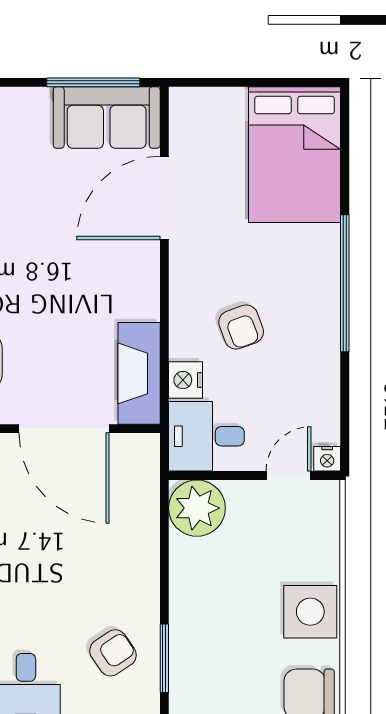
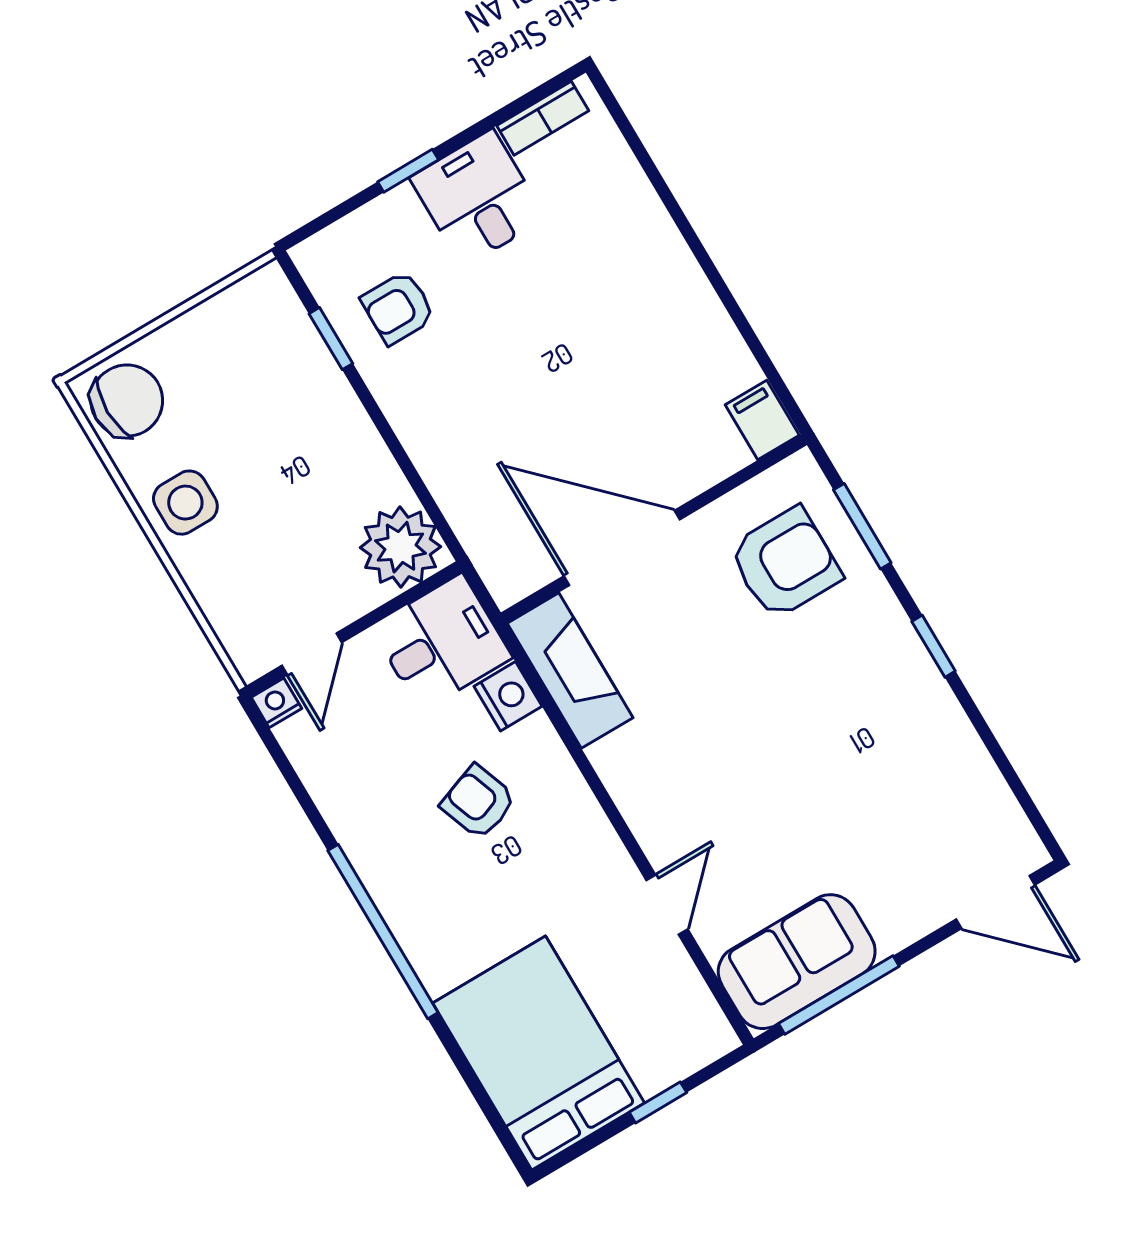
window: (240, 82) -> (658, 1102), added
door: (164, 198) -> (667, 905), width x0.53
side table: (310, 612) -> (185, 503), width x0.73, depth x0.73
armchair: (113, 653) -> (398, 308), turned 34
window: (164, 658) -> (331, 339), width x0.67

